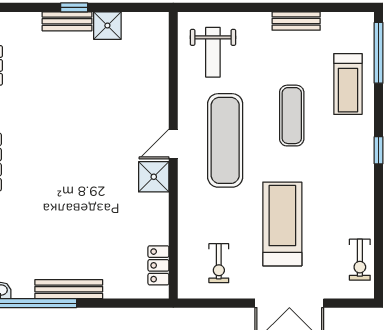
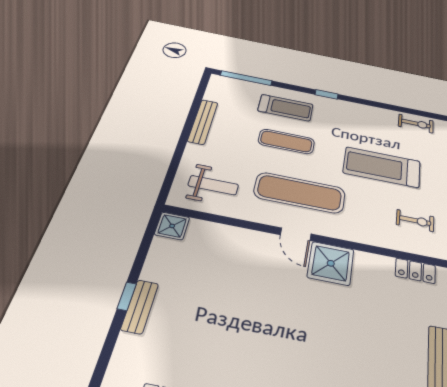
bench: (296, 21) -> (203, 122), width x1.36
shower: (107, 26) -> (172, 226), moved
treadmill: (348, 84) -> (286, 108), moved
shower: (154, 177) -> (331, 263), width x1.36, depth x1.36

